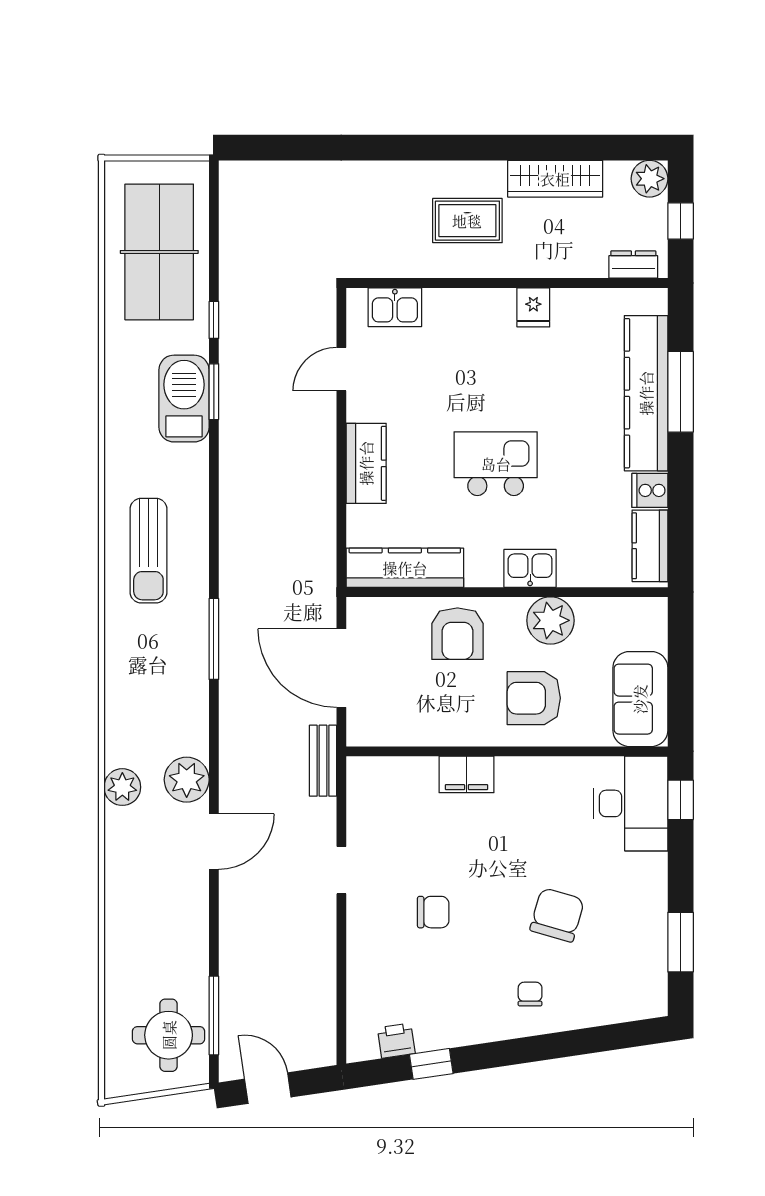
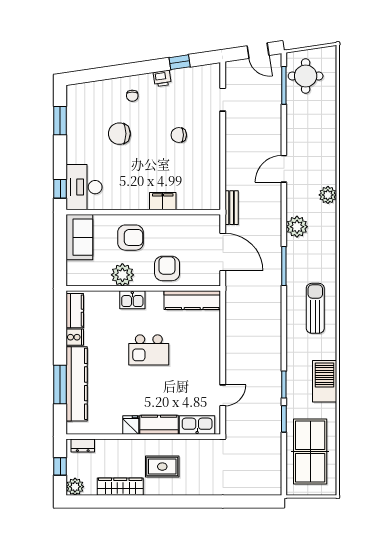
kitchen sink: (395, 307) -> (197, 425), width x1.38
window: (214, 320) -> (284, 419), width x1.50
barbecue: (184, 399) -> (325, 381), moved, turned 180
kitchen counter: (366, 463) -> (159, 425), moved, turned 90
plant: (187, 780) -> (297, 227), moved
doorway: (341, 870) -> (223, 100), moved
chair: (557, 915) -> (119, 134), turned 74
printer: (396, 1041) -> (162, 78), moved

